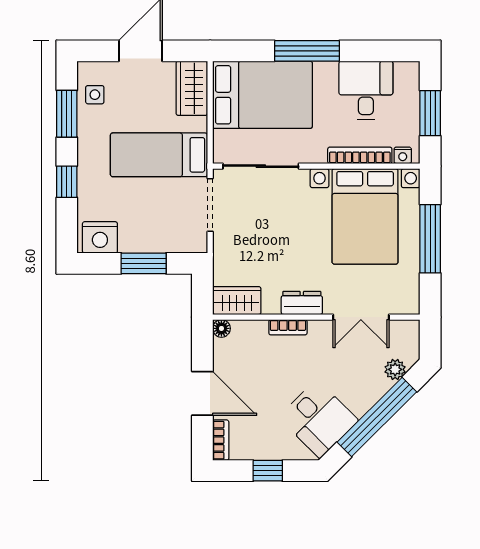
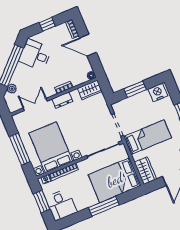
desk: (366, 90) -> (61, 205), moved

